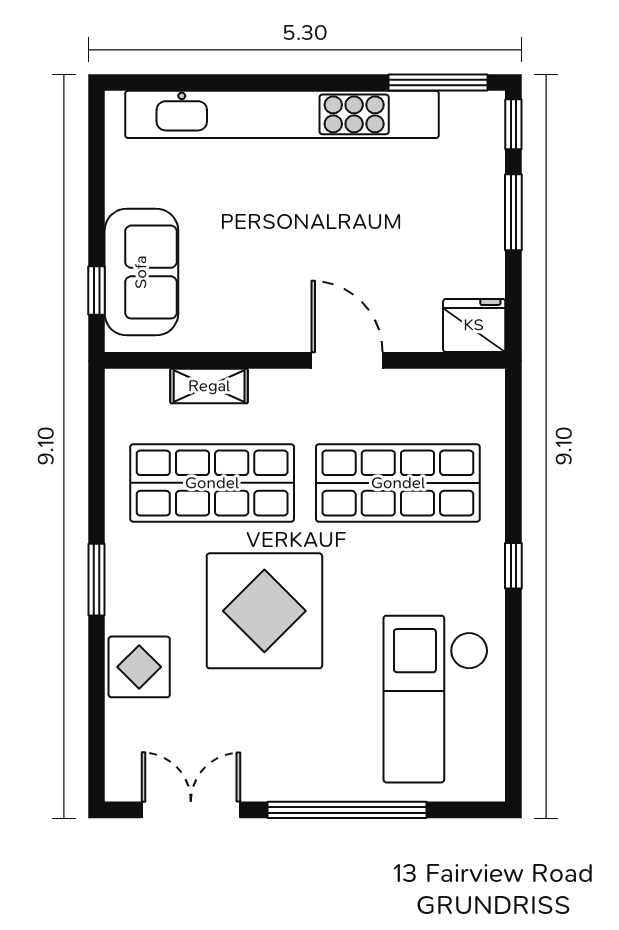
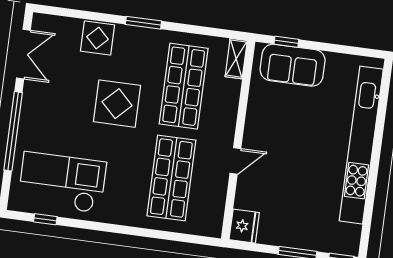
window: (438, 82) -> (367, 224), removed
door: (347, 360) -> (235, 161), width x0.73
shelving: (209, 386) -> (236, 59), moved
window: (513, 566) -> (45, 219), moved
display table: (264, 611) -> (117, 104), width x0.73, depth x0.73

